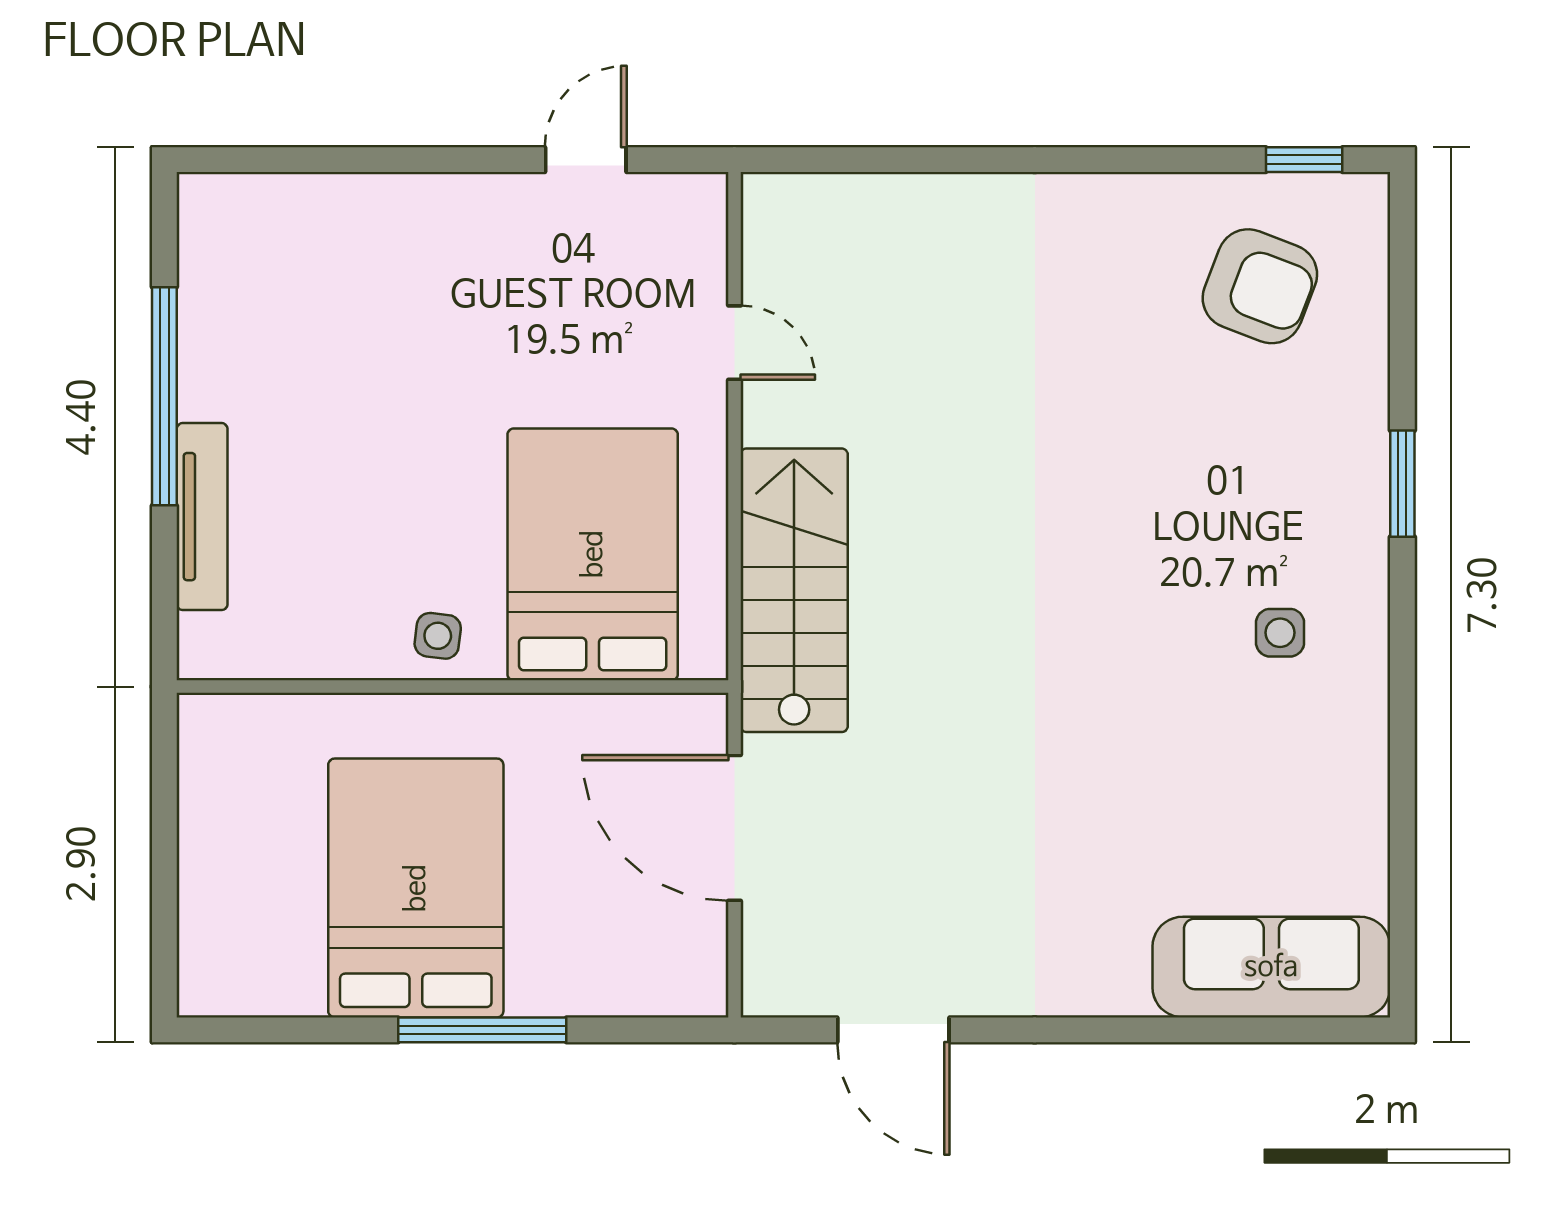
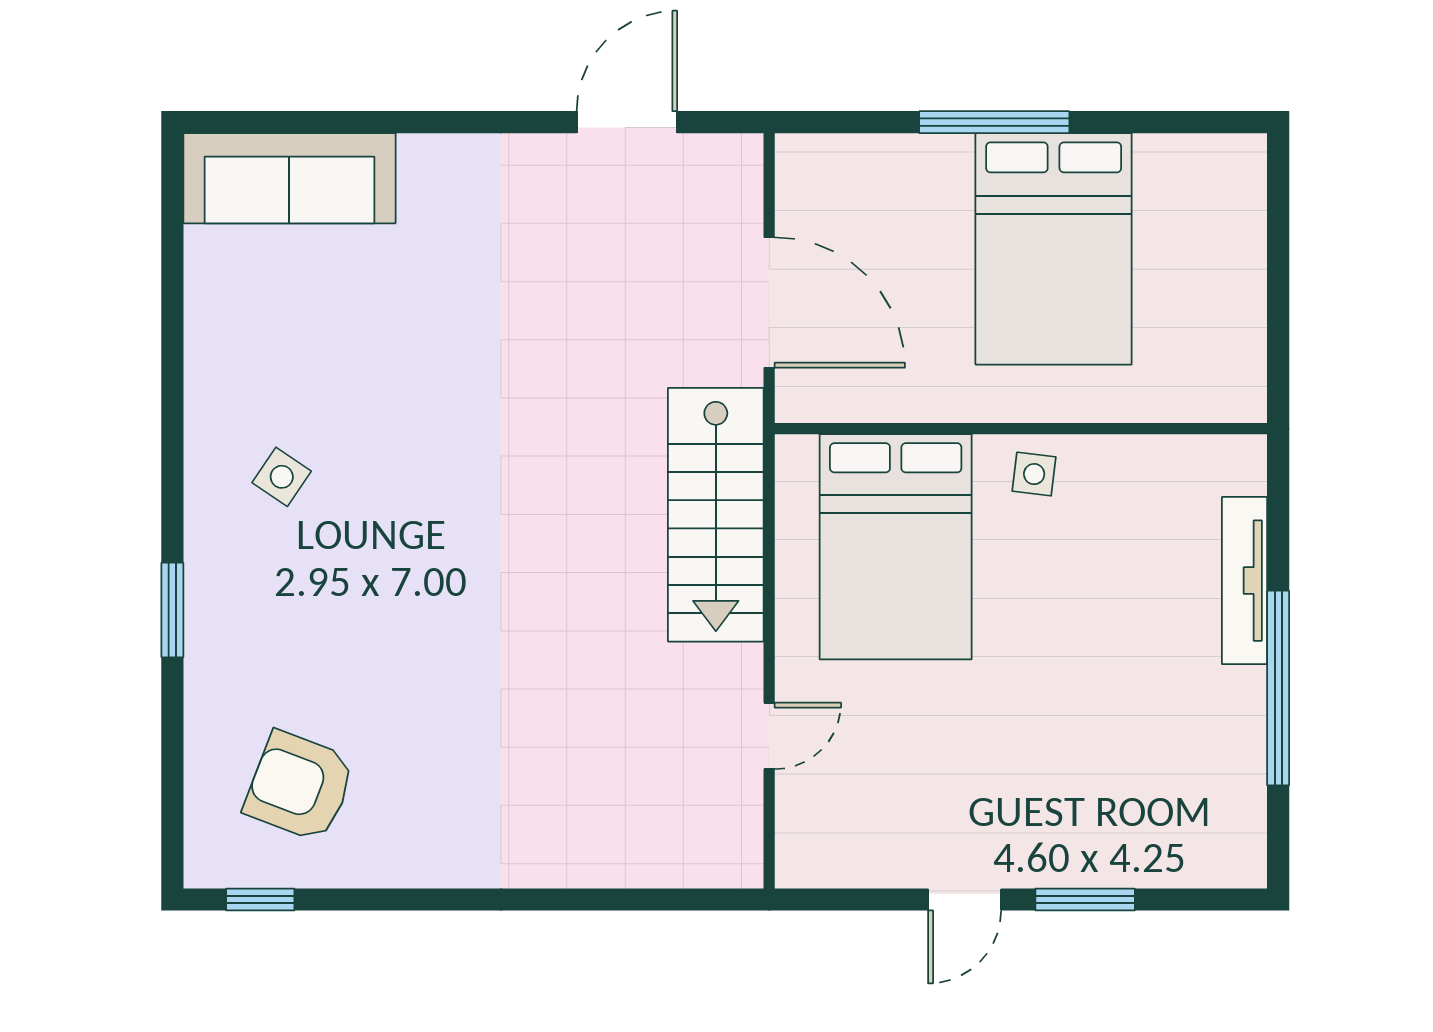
window: (381, 160) -> (1085, 899), added
door: (586, 160) -> (965, 899), moved
door: (734, 343) -> (769, 736), swing flipped
side table: (1280, 633) -> (282, 477), turned 34
door: (893, 1030) -> (627, 122), hinge flipped

